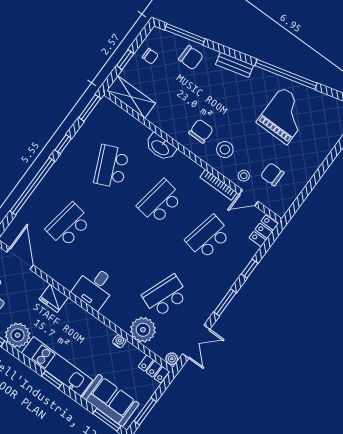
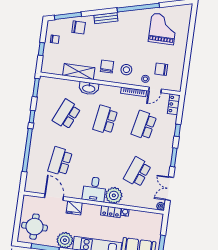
shelving: (131, 97) -> (79, 72), moved
grand piano: (284, 116) -> (163, 29), moved
school desk: (111, 166) -> (67, 114), turned 48
door: (20, 259) -> (54, 197), moved
plant: (143, 330) -> (114, 195), moved
double door: (196, 342) -> (169, 189), swing flipped
locker: (154, 369) -> (111, 212), moved

